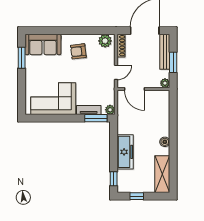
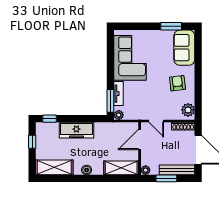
shelving: (163, 107) -> (121, 168), added

